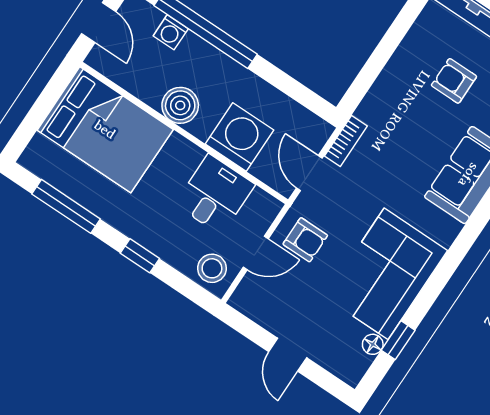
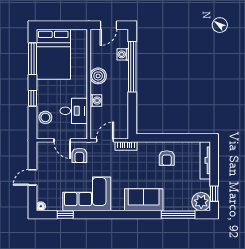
armchair: (454, 81) -> (167, 158), moved, turned 180
bed: (105, 130) -> (53, 54), moved
washing machine: (240, 137) -> (96, 101), width x0.53, depth x0.53
stool: (212, 268) -> (45, 117), moved
floor lamp: (373, 344) -> (41, 206), moved

